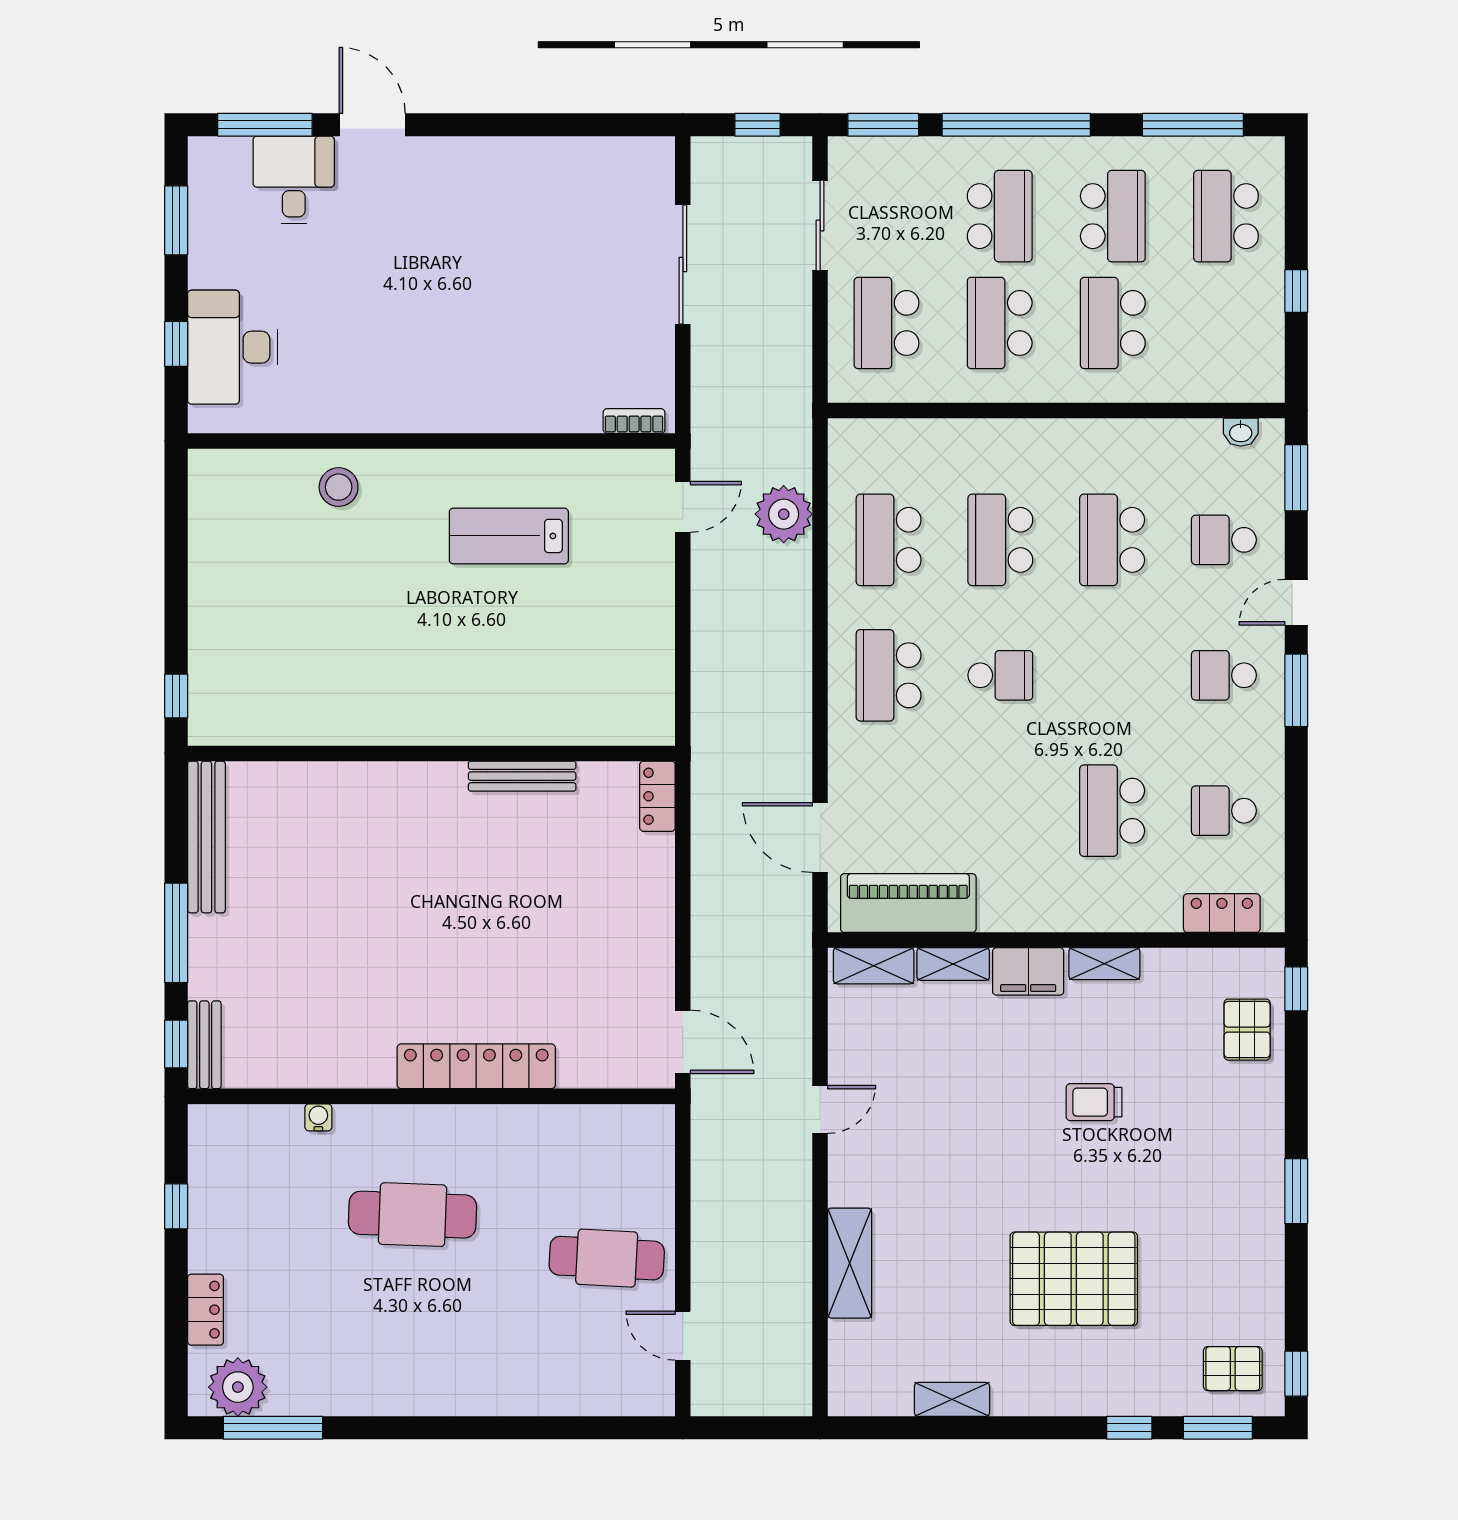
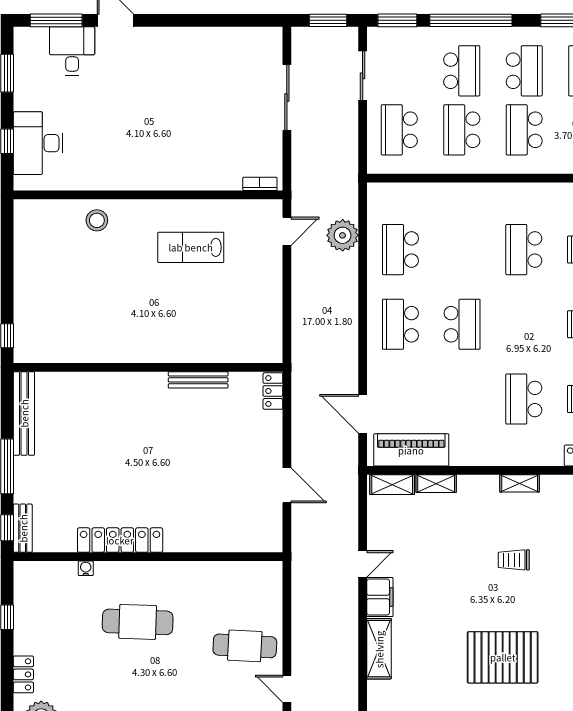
window: (757, 125) -> (328, 20), width x1.50
school desk: (1000, 540) -> (462, 250), removed
school desk: (1000, 675) -> (462, 324), width x1.85
filing cabinet: (1028, 971) -> (380, 597), moved, turned -90
door: (683, 1042) -> (287, 485), moved
locker: (476, 1066) -> (120, 540), moved

